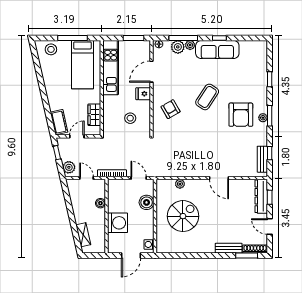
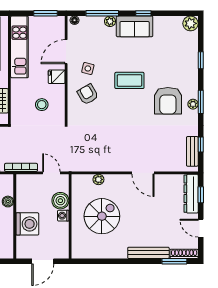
plant: (178, 47) -> (190, 23), moved
sofa: (217, 50) -> (135, 26), width x0.73
side table: (171, 86) -> (88, 68), added
coffee table: (207, 97) -> (129, 80), turned 57
washing machine: (149, 244) -> (63, 216), moved
bench: (229, 248) -> (148, 253), width x1.36

